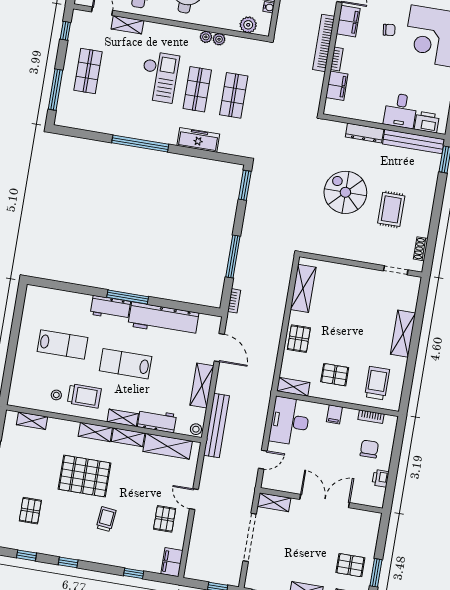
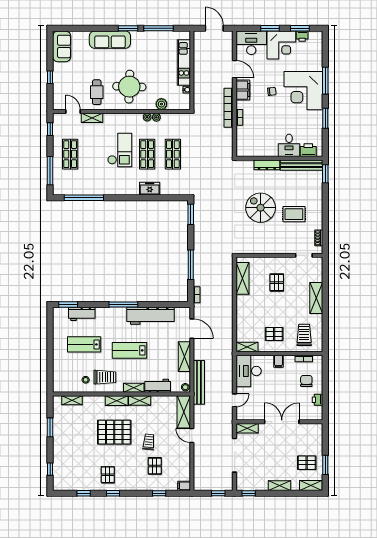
plant: (248, 25) -> (161, 104), moved
filing cabinet: (337, 86) -> (242, 136), removed
freezer: (198, 140) -> (150, 189), width x0.71
window: (140, 144) -> (84, 198), moved
rug: (391, 209) -> (294, 214), turned 90
window: (49, 284) -> (68, 304), added
workbench: (110, 308) -> (82, 314), moved
pallet: (299, 339) -> (277, 283), moved
lab bench: (63, 345) -> (84, 344), turned 180
shelving: (168, 446) -> (184, 412), moved, turned 90
pallet: (30, 511) -> (108, 475), moved
trolley: (106, 519) -> (149, 442), moved
pallet: (165, 519) -> (155, 466), moved
filing cabinet: (172, 562) -> (184, 486), width x0.50

